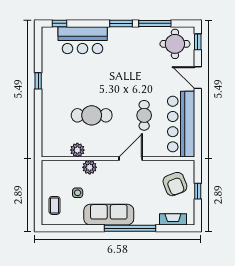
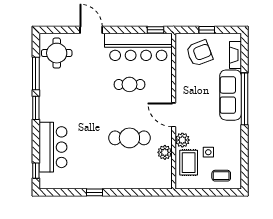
window: (198, 42) -> (156, 30), moved
door: (198, 78) -> (91, 30), swing flipped
cafe table: (92, 115) -> (129, 138), turned 90
door: (131, 159) -> (174, 115), moved
rug: (67, 173) -> (189, 163), added
sofa: (109, 215) -> (231, 95), moved

